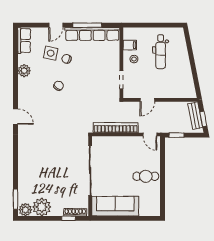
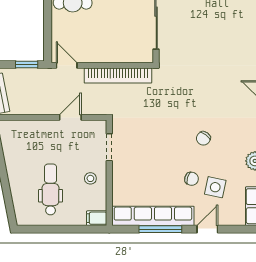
filing cabinet: (130, 45) -> (97, 218), moved

